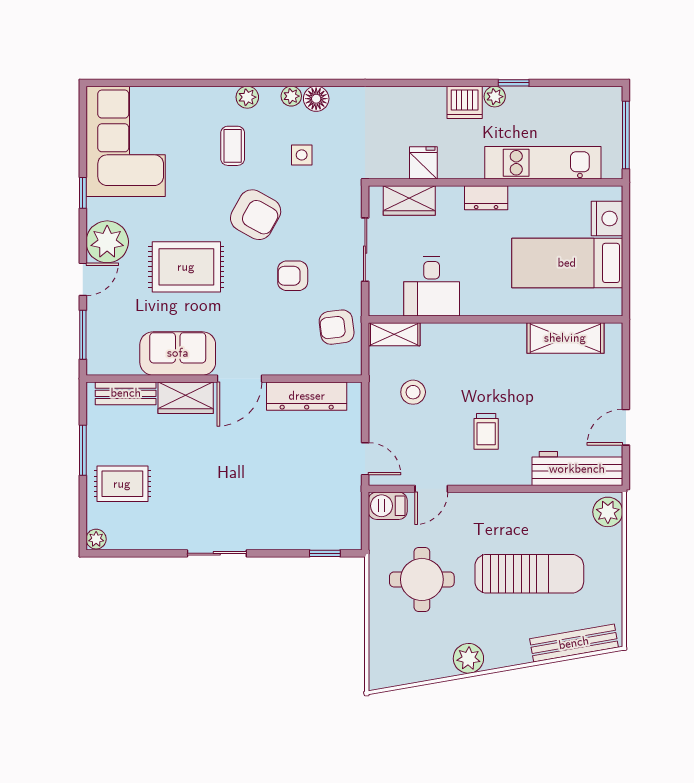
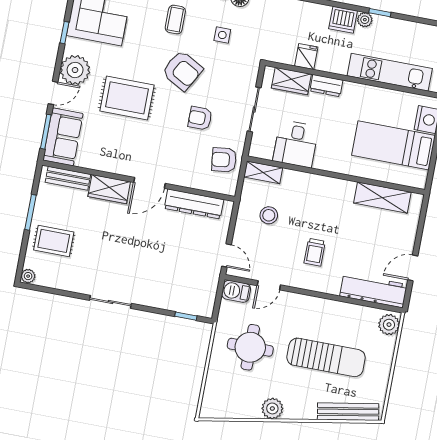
dresser: (486, 198) -> (326, 86), moved
sofa: (178, 353) -> (63, 137), moved, turned 90

